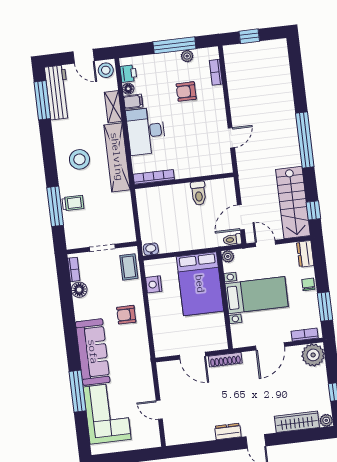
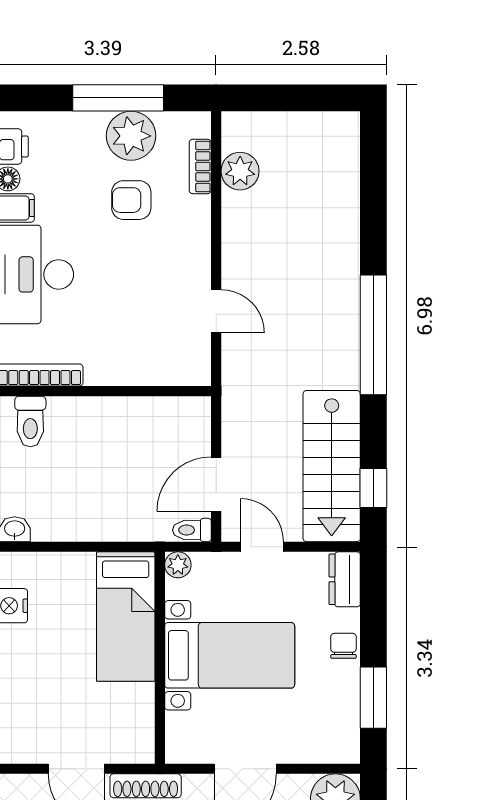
window: (249, 36) -> (281, 98), removed
plant: (187, 56) -> (131, 136), width x1.88, depth x1.88
plant: (234, 72) -> (240, 171), added
door: (231, 138) -> (216, 311), hinge flipped
toilet: (199, 193) -> (30, 421), moved
bed: (200, 284) -> (126, 616), width x0.67
bookcase: (305, 335) -> (322, 753), removed

